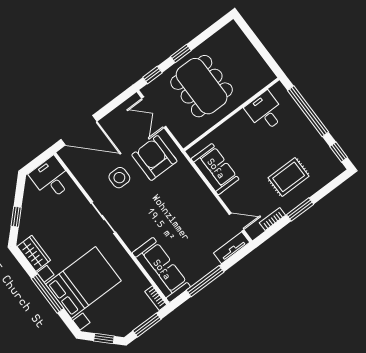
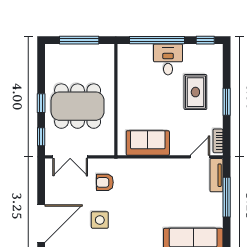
window: (258, 45) -> (79, 40), added
desk: (265, 112) -> (168, 59), moved, turned 90
armchair: (154, 158) -> (105, 182), width x0.53, depth x0.53
bookcase: (272, 219) -> (218, 141), moved
window: (205, 281) -> (227, 197), moved

